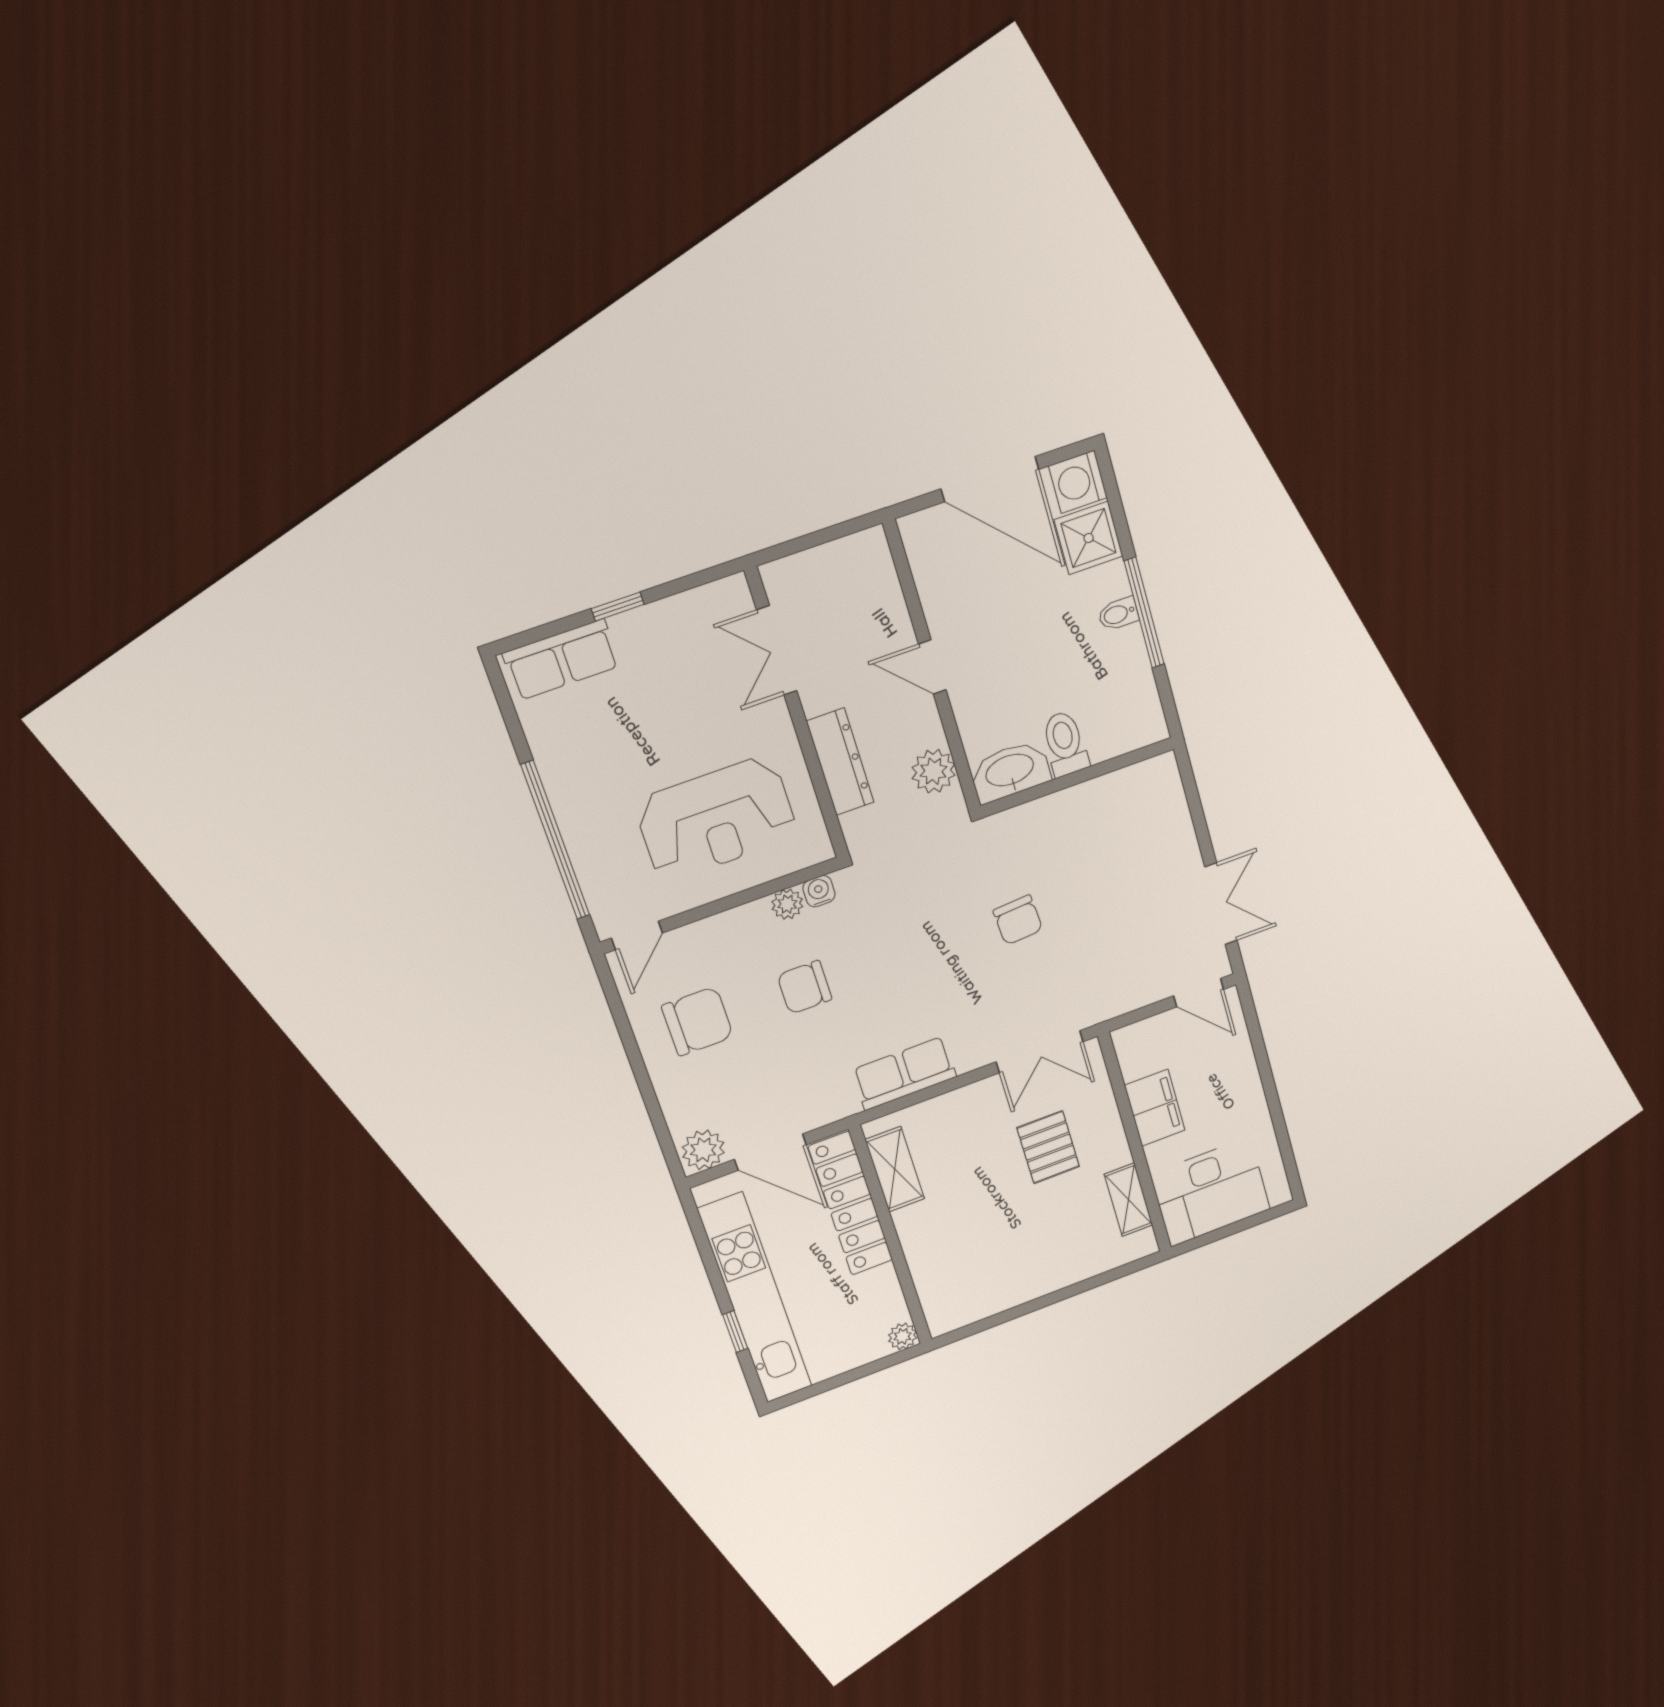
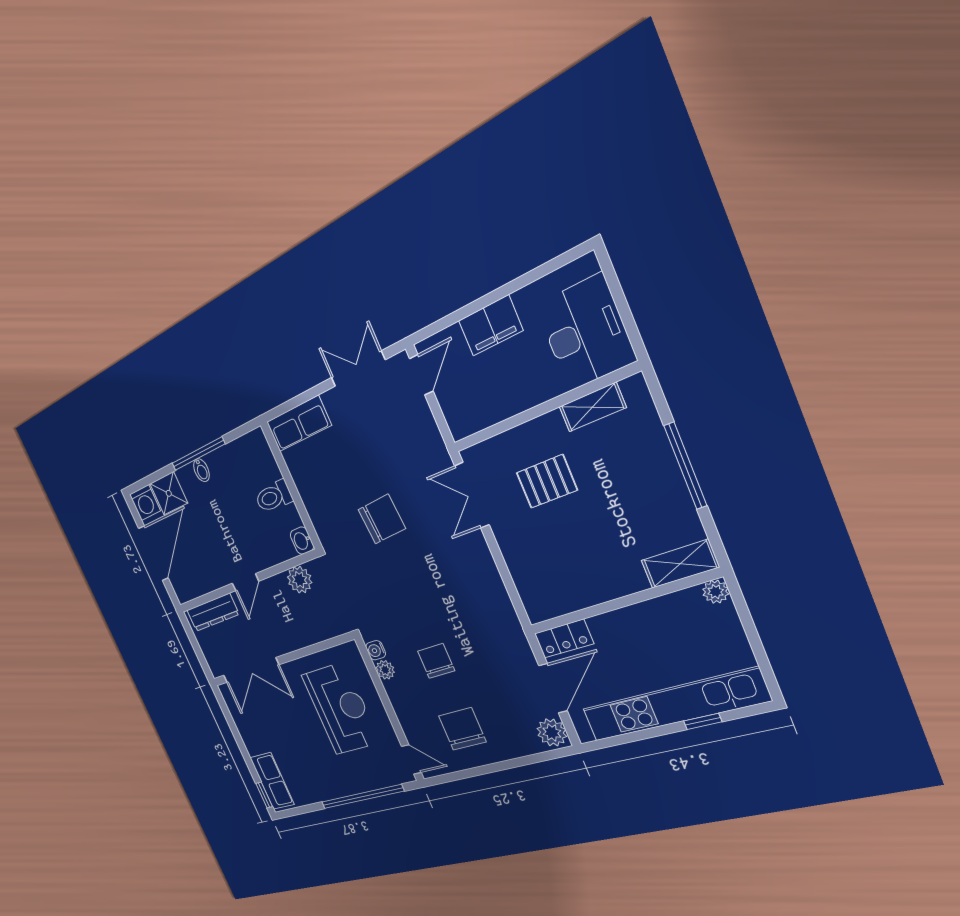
window: (618, 607) -> (264, 795), moved
double door: (777, 650) -> (251, 670), width x1.37
dresser: (840, 762) -> (213, 612), moved, turned 180
washbasin: (1010, 771) -> (302, 541), width x0.52, depth x0.69
chair: (1018, 920) -> (382, 519), width x1.37, depth x1.37
chair: (805, 987) -> (436, 661), turned 180
double door: (1040, 1052) -> (472, 495), swing flipped
row of seats: (904, 1073) -> (299, 424), moved, turned -90
filing cabinet: (1155, 1108) -> (491, 326), moved, turned 180
shelving: (895, 1169) -> (680, 564), moved
locker: (851, 1204) -> (564, 639), width x0.46, depth x0.83
window: (1051, 1299) -> (685, 466), added

